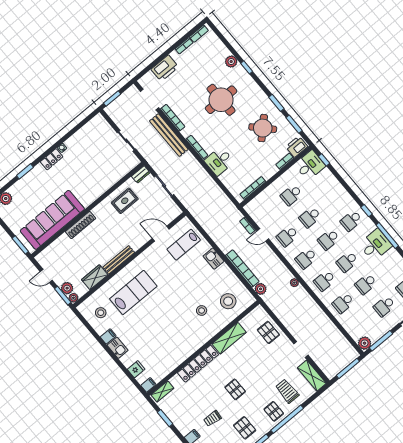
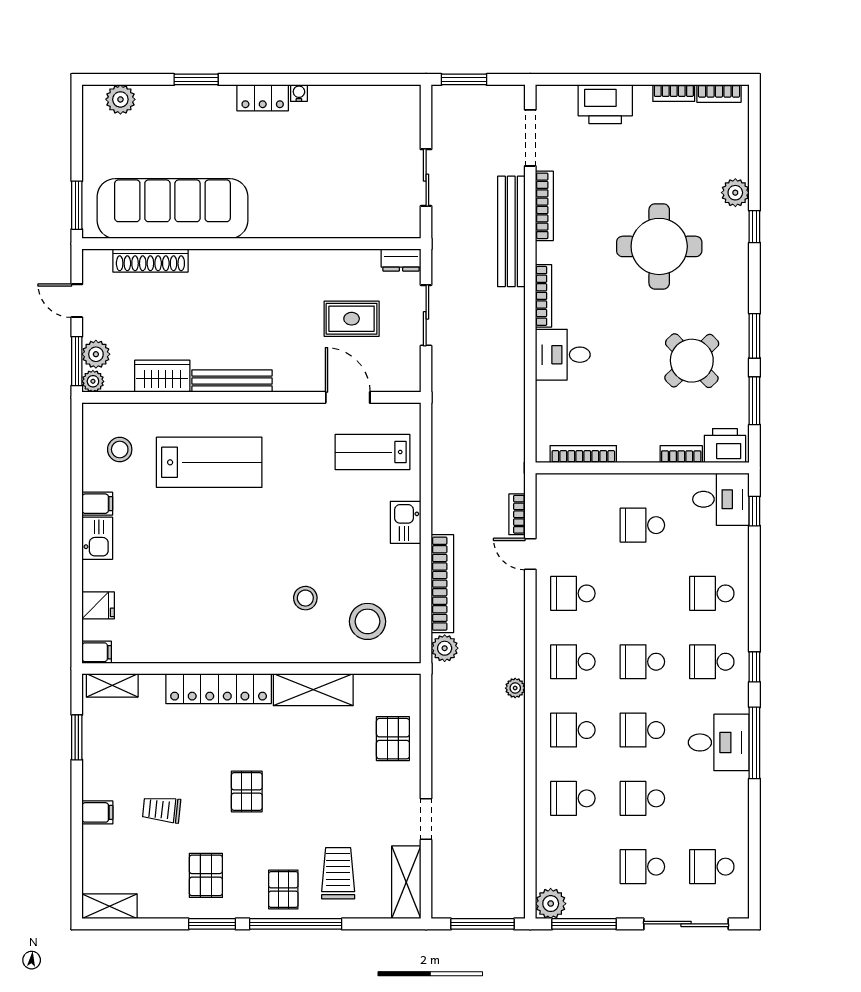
rug: (125, 201) -> (352, 319), moved
school desk: (310, 217) -> (712, 593), moved
shoe rack: (81, 225) -> (150, 261), moved

